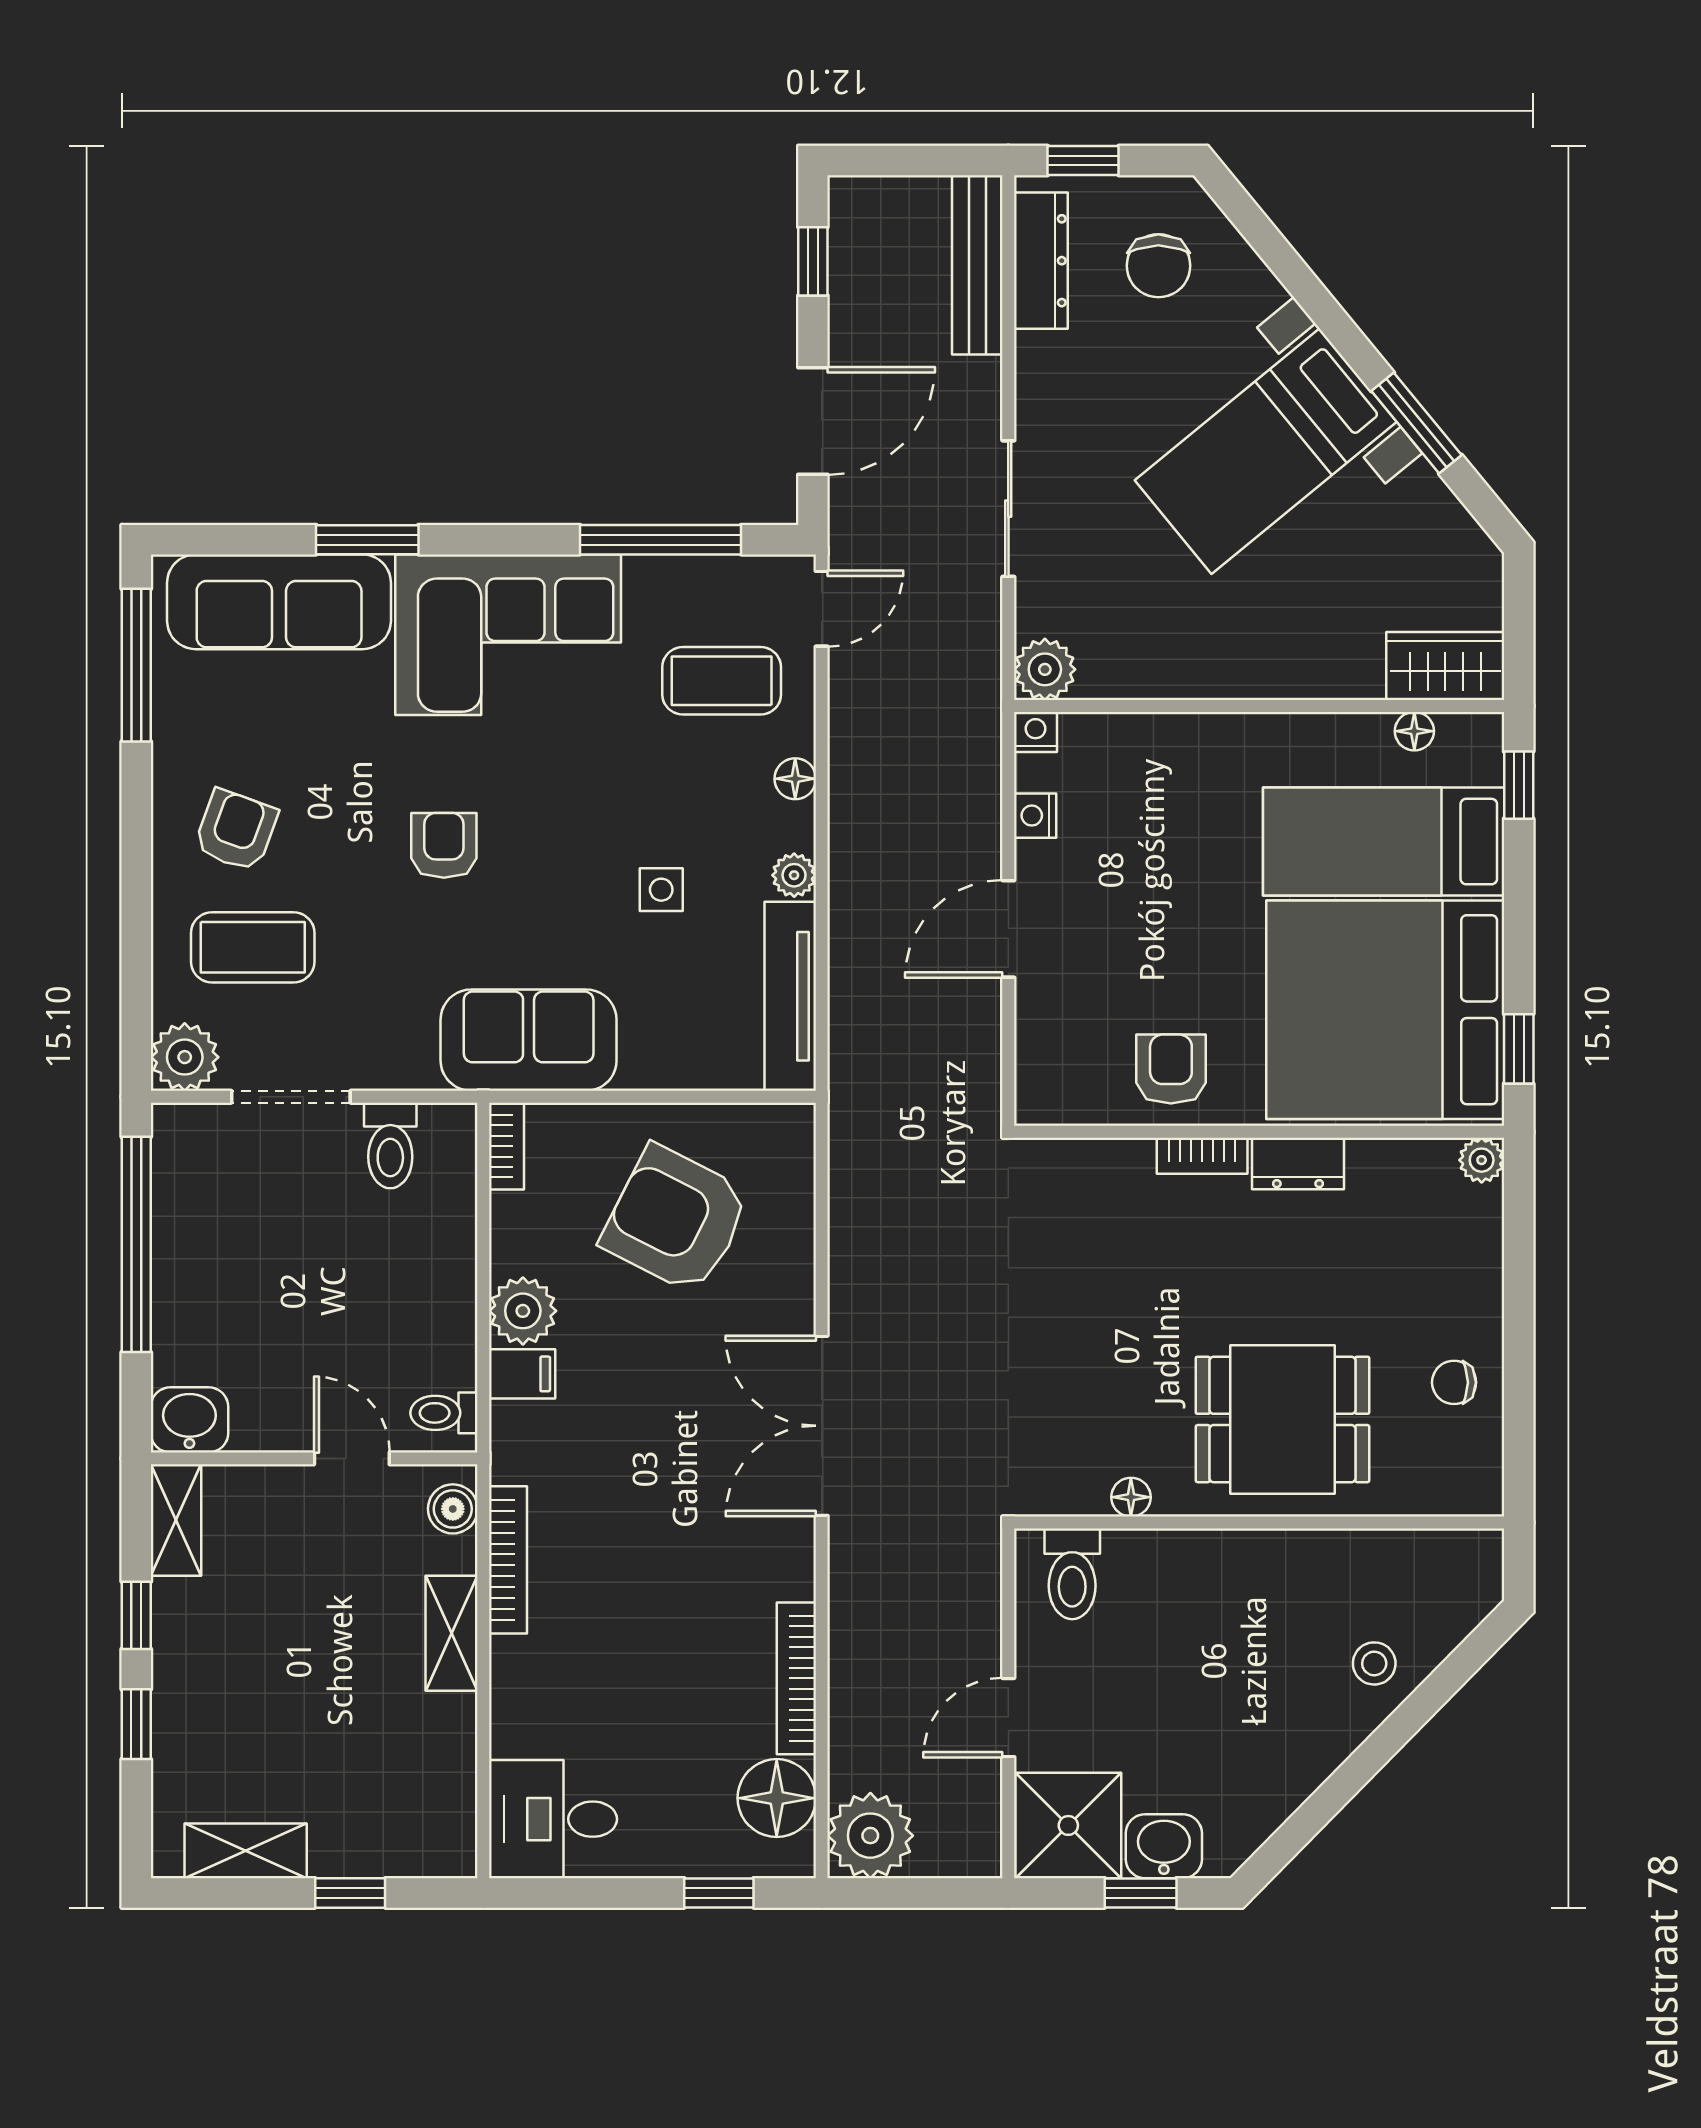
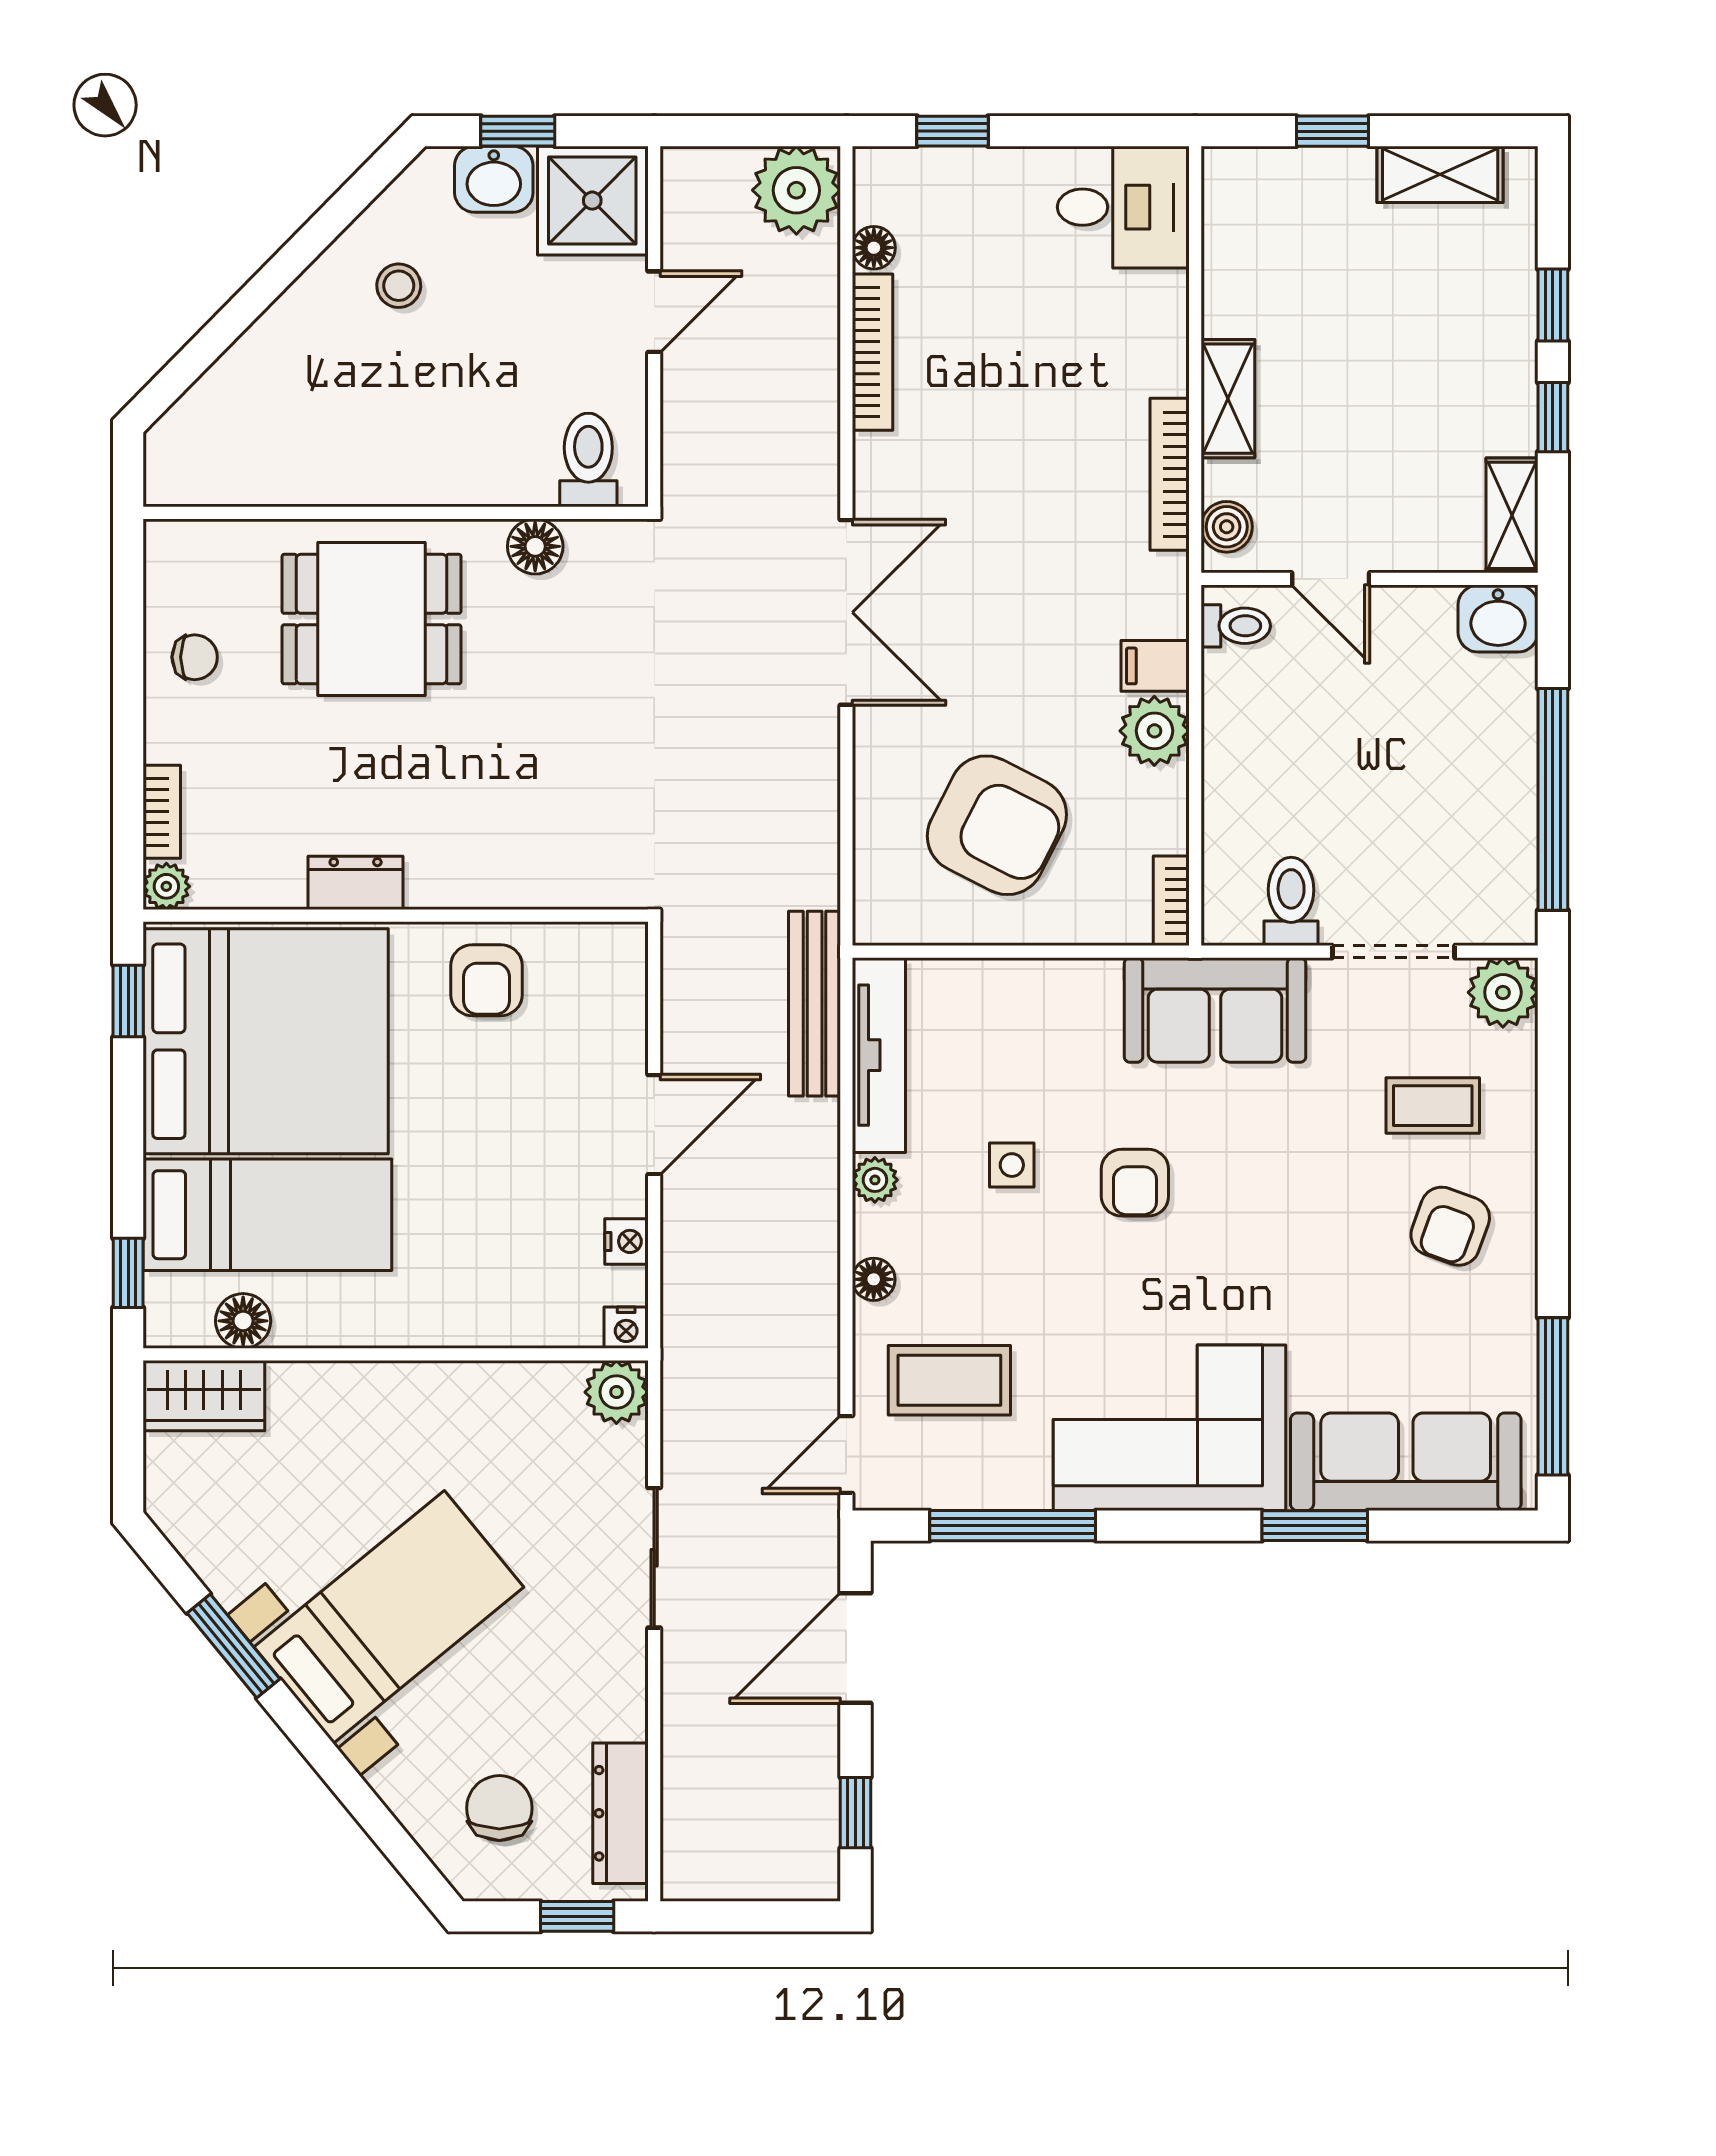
bench: (977, 265) -> (815, 1004), moved
floor lamp: (1414, 731) -> (243, 1321), width x1.37, depth x1.37
armchair: (444, 845) -> (1135, 1183), moved
coffee table: (253, 947) -> (1433, 1106), width x0.73, depth x0.77
sofa: (529, 1040) -> (1215, 1010), moved
bookcase: (1202, 1156) -> (162, 812), moved, turned 90
floor lamp: (1131, 1497) -> (535, 546), width x1.37, depth x1.37
stool: (1374, 1663) -> (399, 286), moved
floor lamp: (777, 1798) -> (874, 248), width x0.53, depth x0.53

